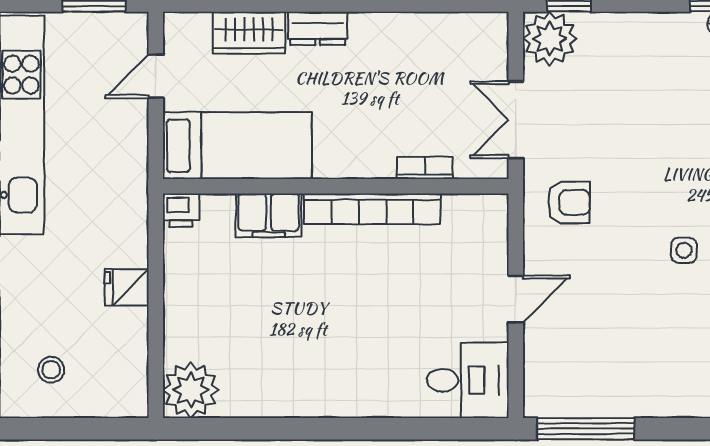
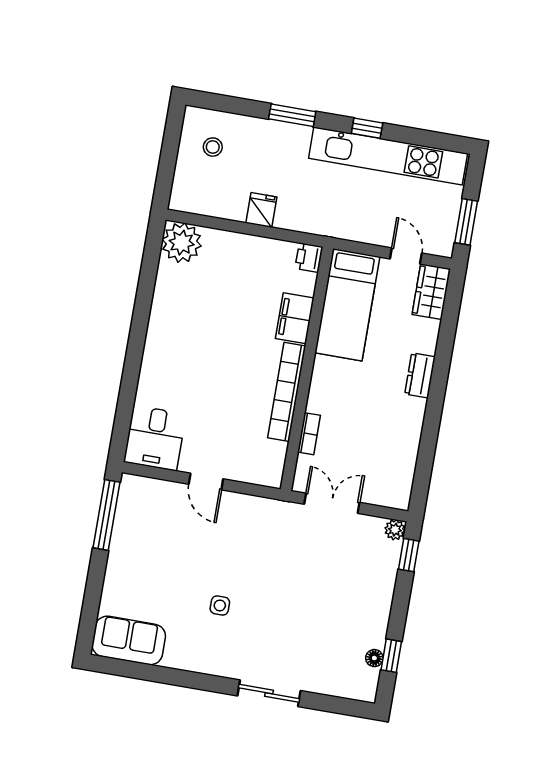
wardrobe: (249, 33) -> (431, 292), moved
plant: (550, 39) -> (395, 530), width x0.53, depth x0.53
armchair: (569, 202) -> (267, 530), removed

